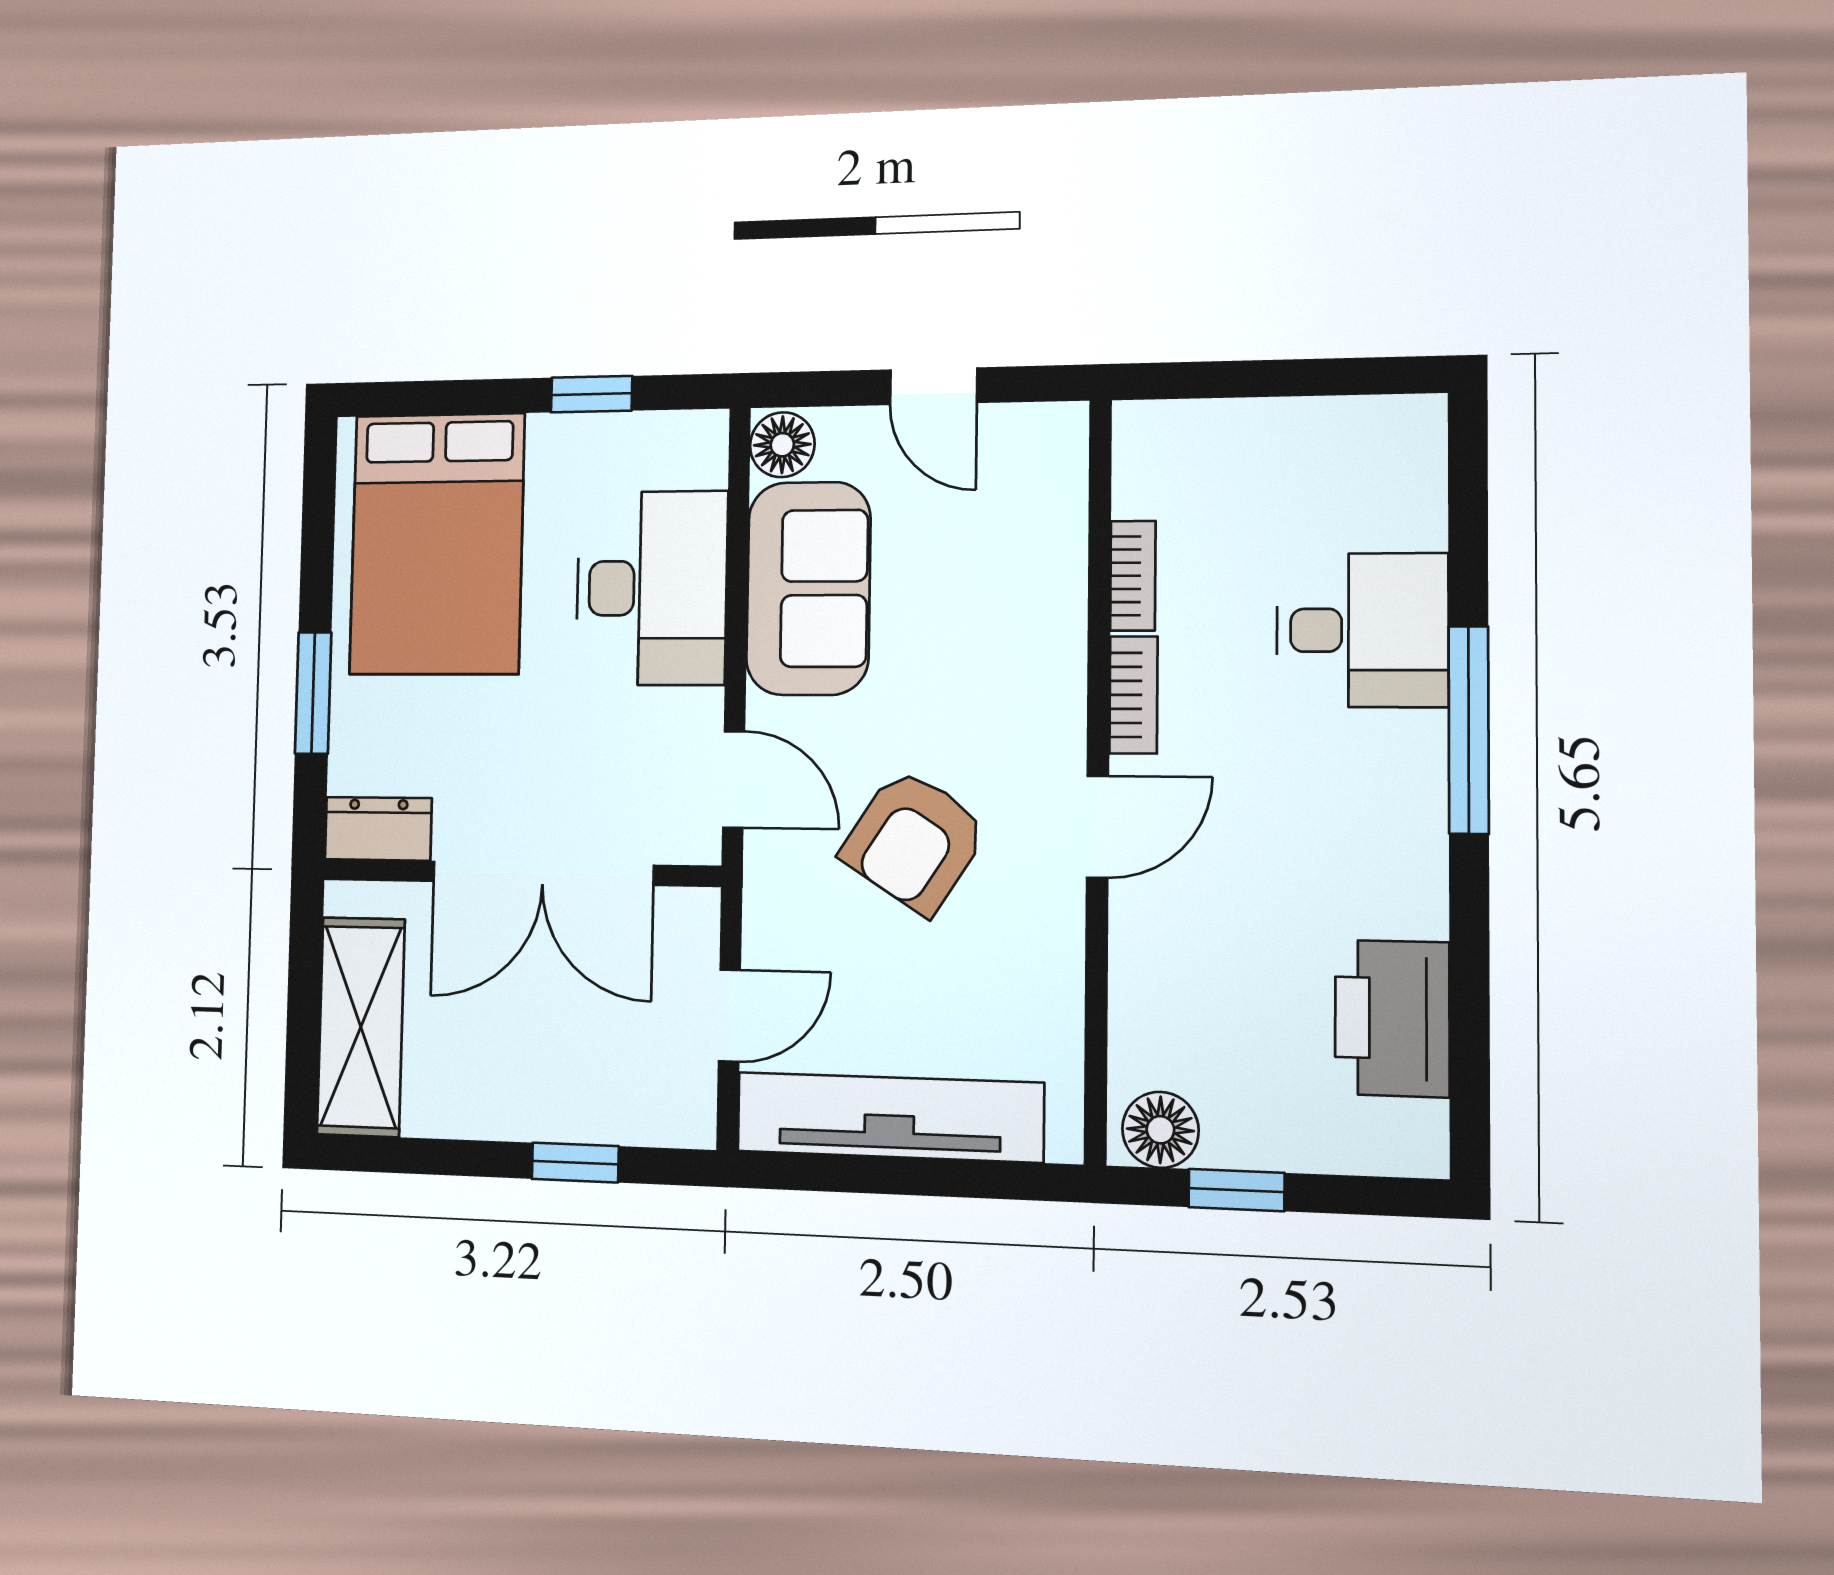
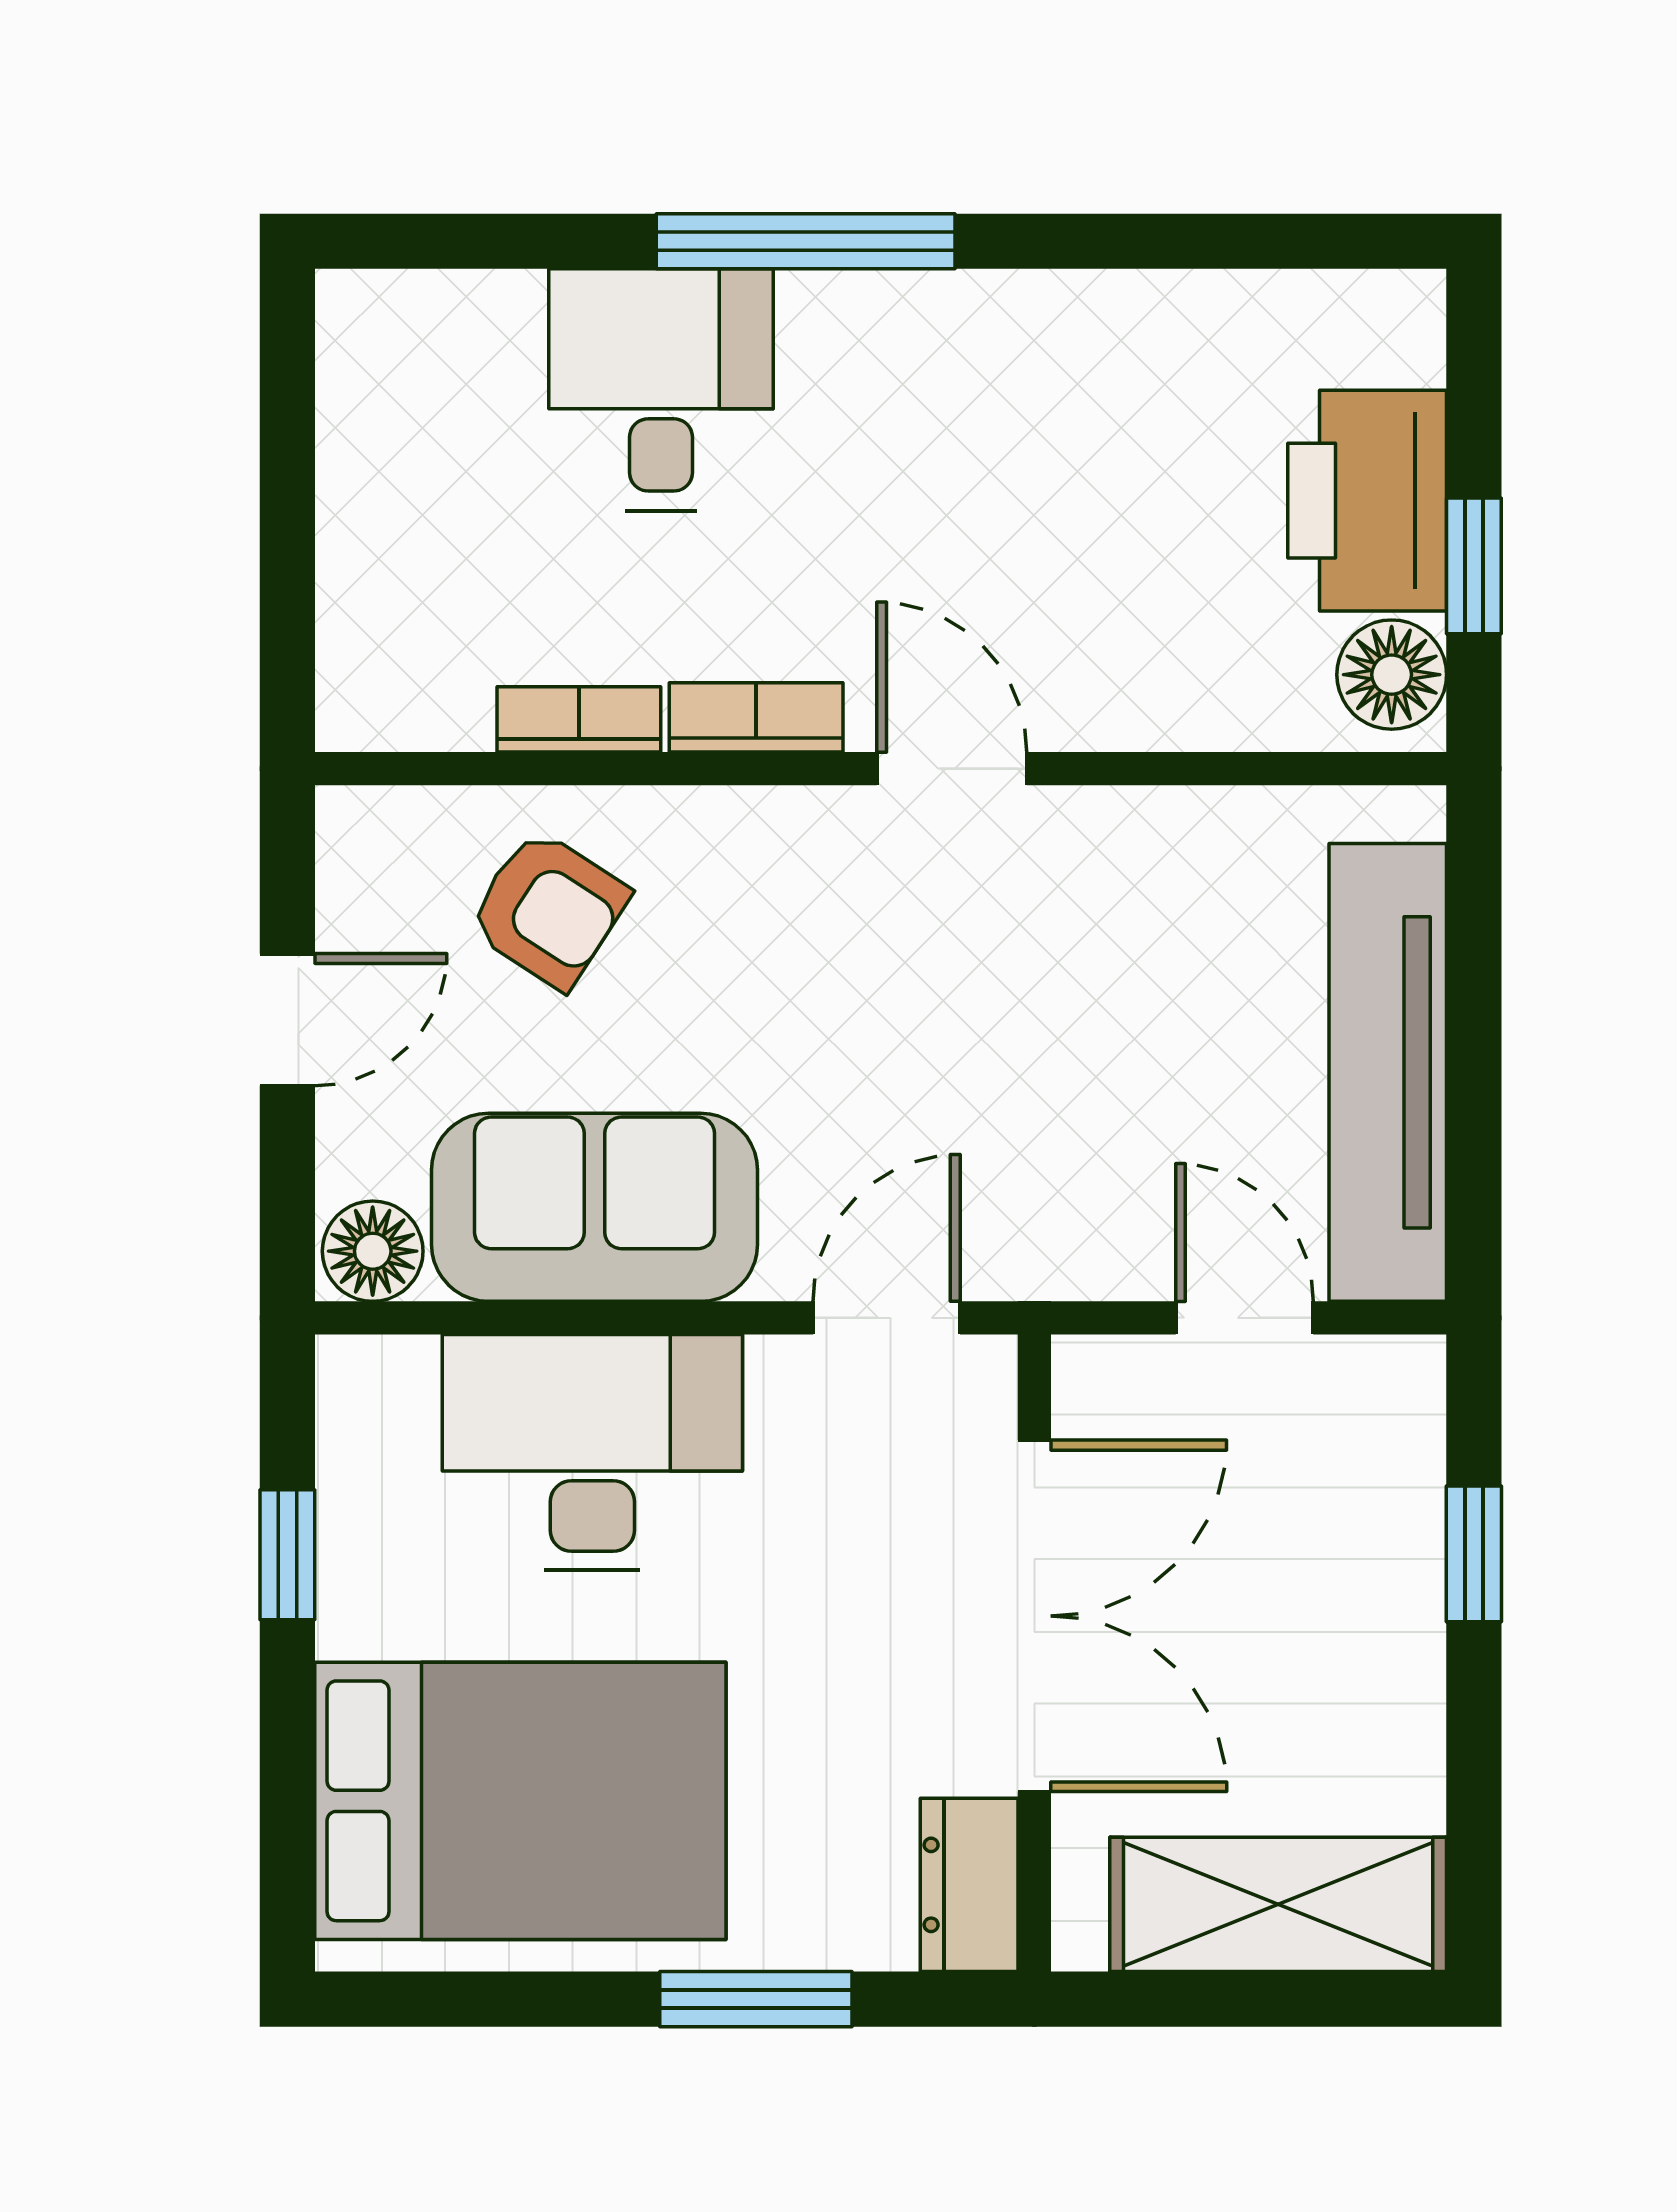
armchair: (914, 841) -> (548, 909), moved, width x0.72, depth x0.72
printer: (1392, 1018) -> (1367, 501), moved, turned 90

